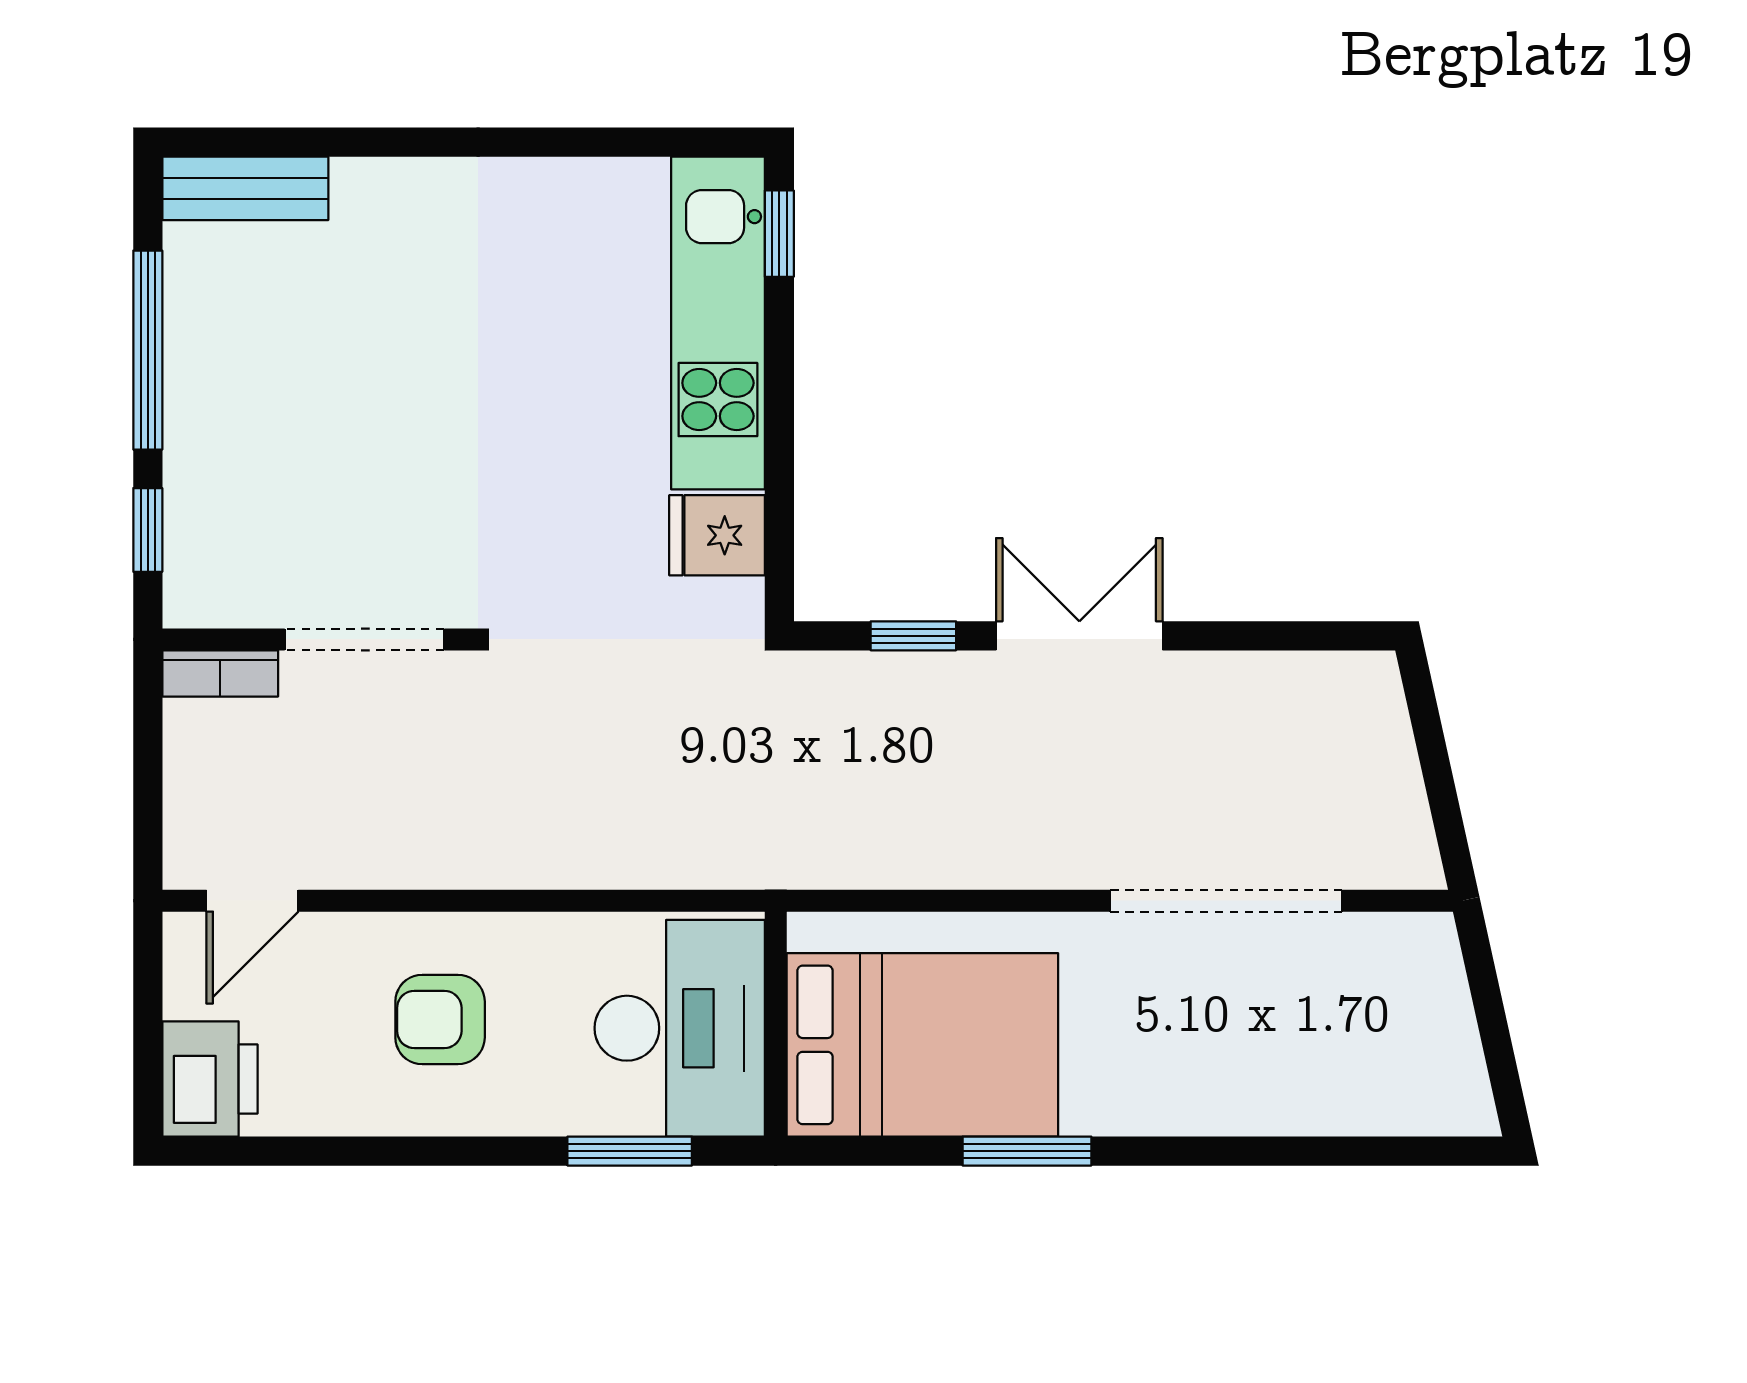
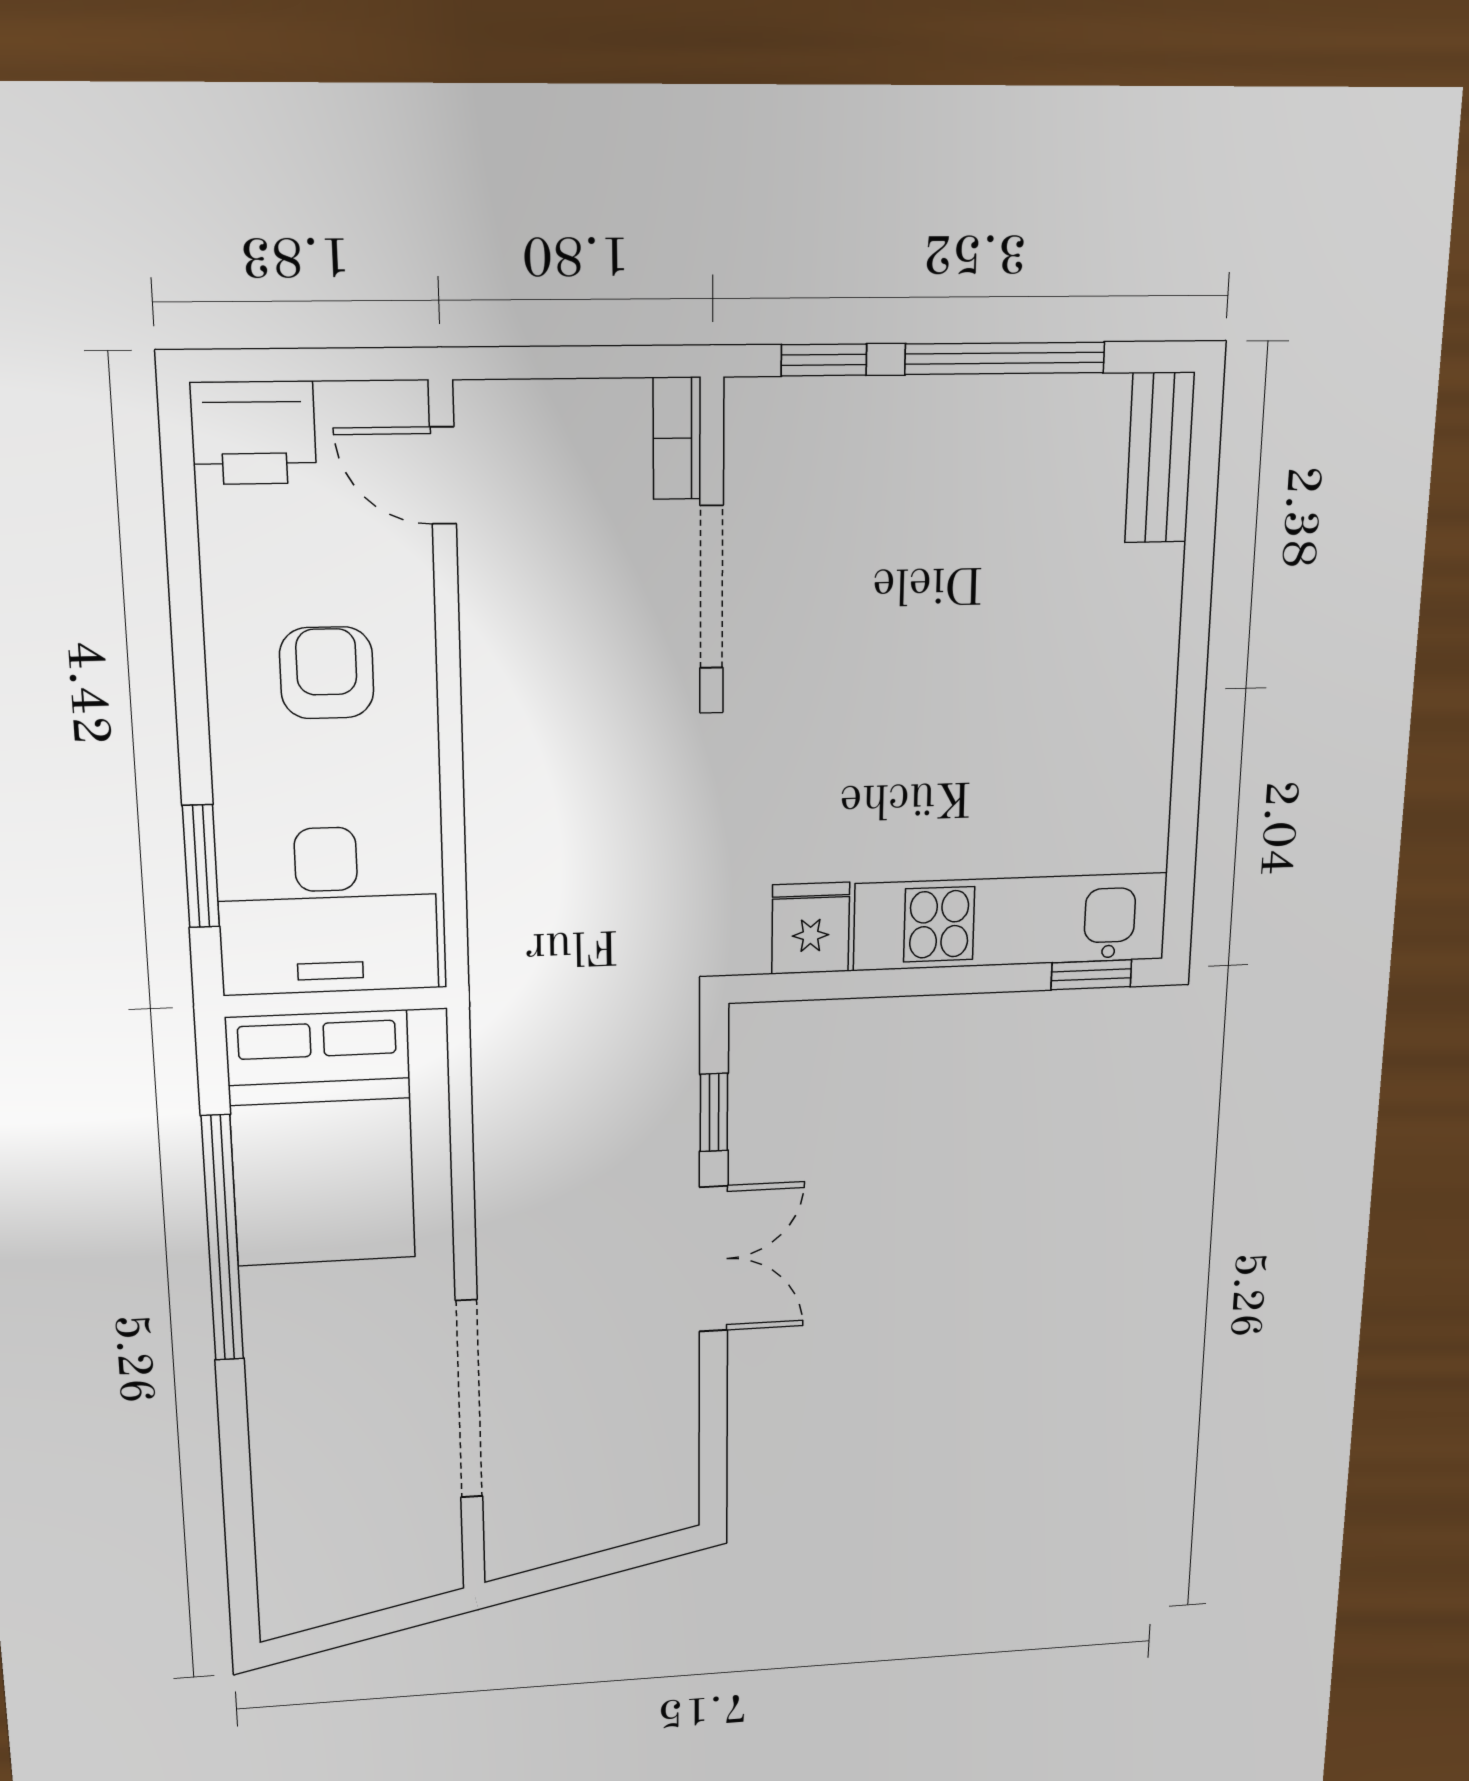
window: (1027, 1151) -> (223, 1239), width x2.11

